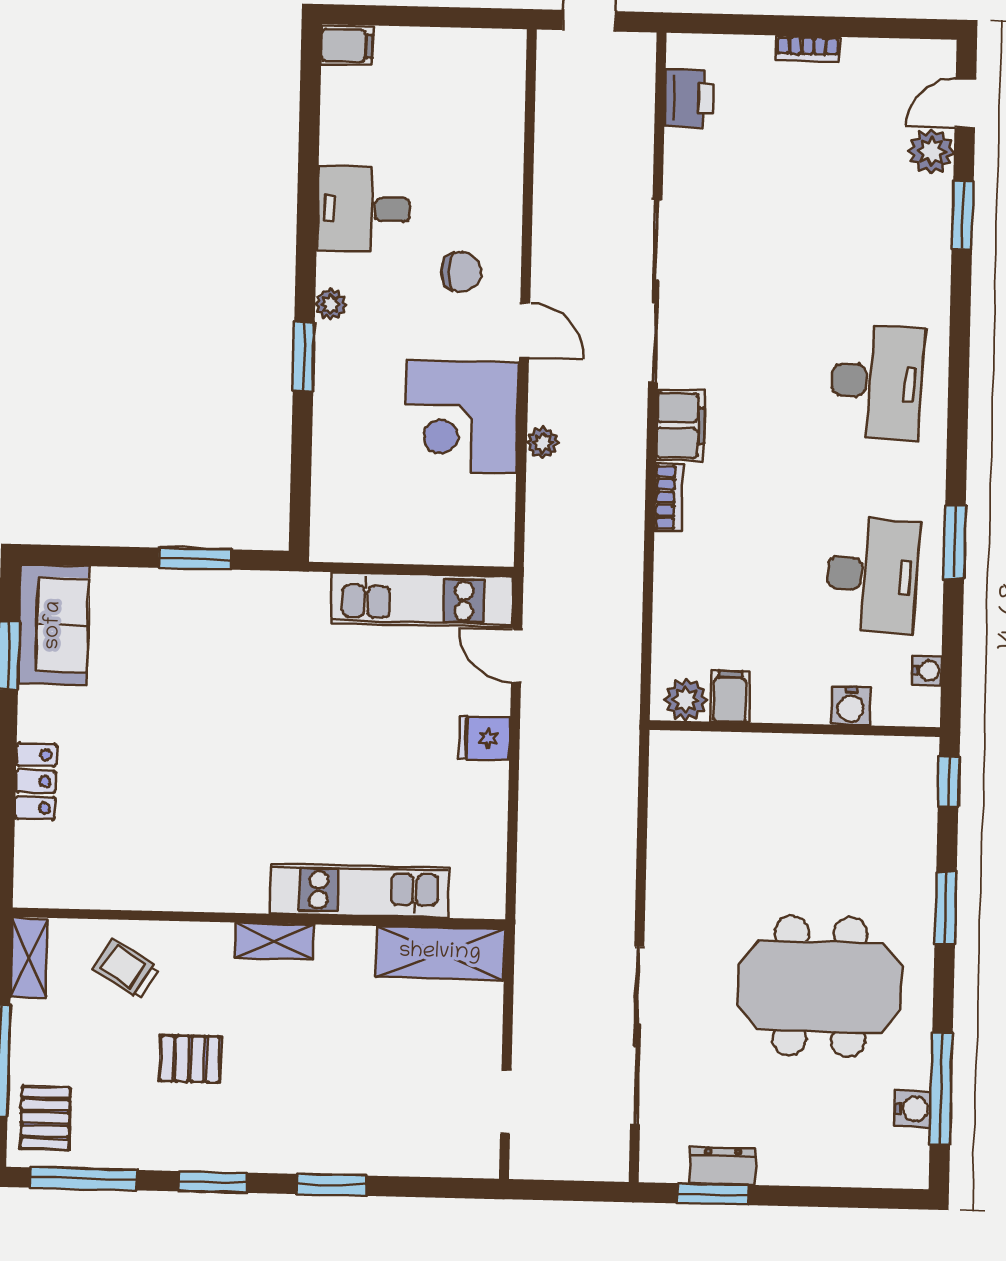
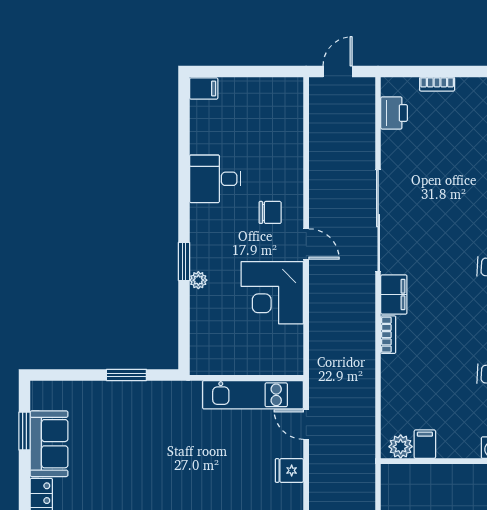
bookcase: (808, 49) -> (437, 84), moved
plant: (331, 304) -> (198, 280), moved
plant: (543, 443) -> (318, 306), removed
sofa: (54, 625) -> (49, 444), moved

